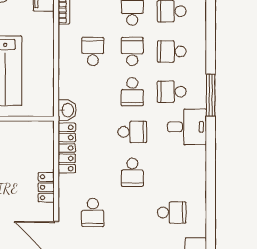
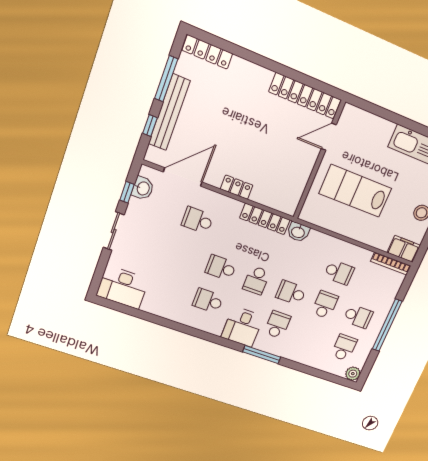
school desk: (132, 51) -> (325, 305), turned -90
school desk: (172, 51) -> (311, 336), removed
school desk: (172, 213) -> (208, 301), moved, turned 90

